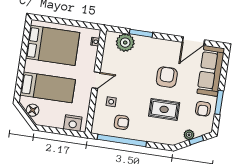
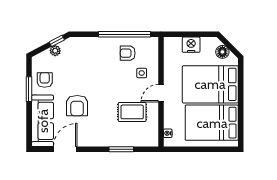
plant: (125, 43) -> (136, 137), removed
armchair: (167, 77) -> (77, 106), moved
bed: (48, 87) -> (210, 84), width x1.50
rug: (164, 109) -> (132, 112), moved
nightstand: (73, 123) -> (191, 45), moved
window: (196, 140) -> (57, 41), moved

